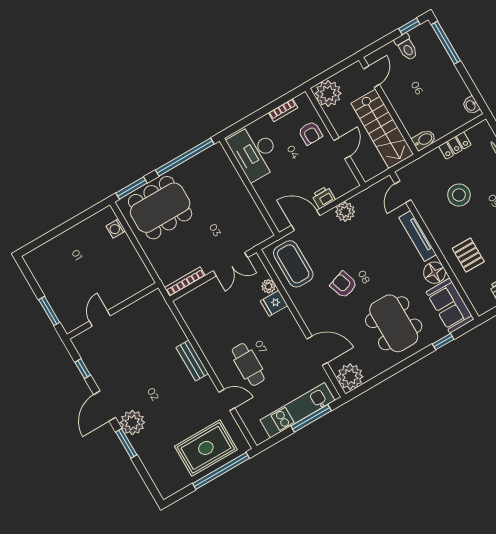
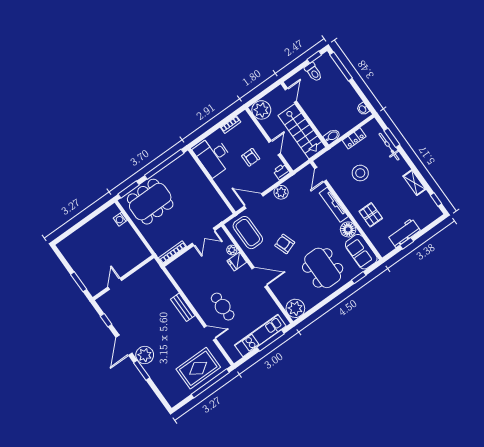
armchair: (310, 133) -> (251, 157), moved
printer: (323, 197) -> (281, 172), moved
door: (317, 351) -> (259, 277), moved

